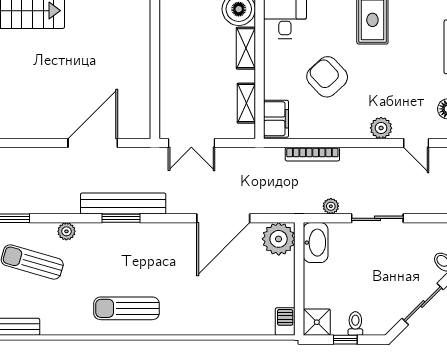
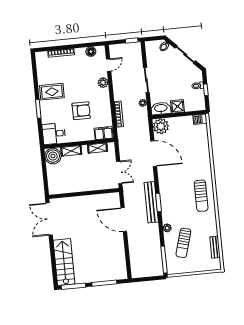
armchair: (327, 77) -> (81, 111), turned -137
shower: (317, 322) -> (178, 106), moved

